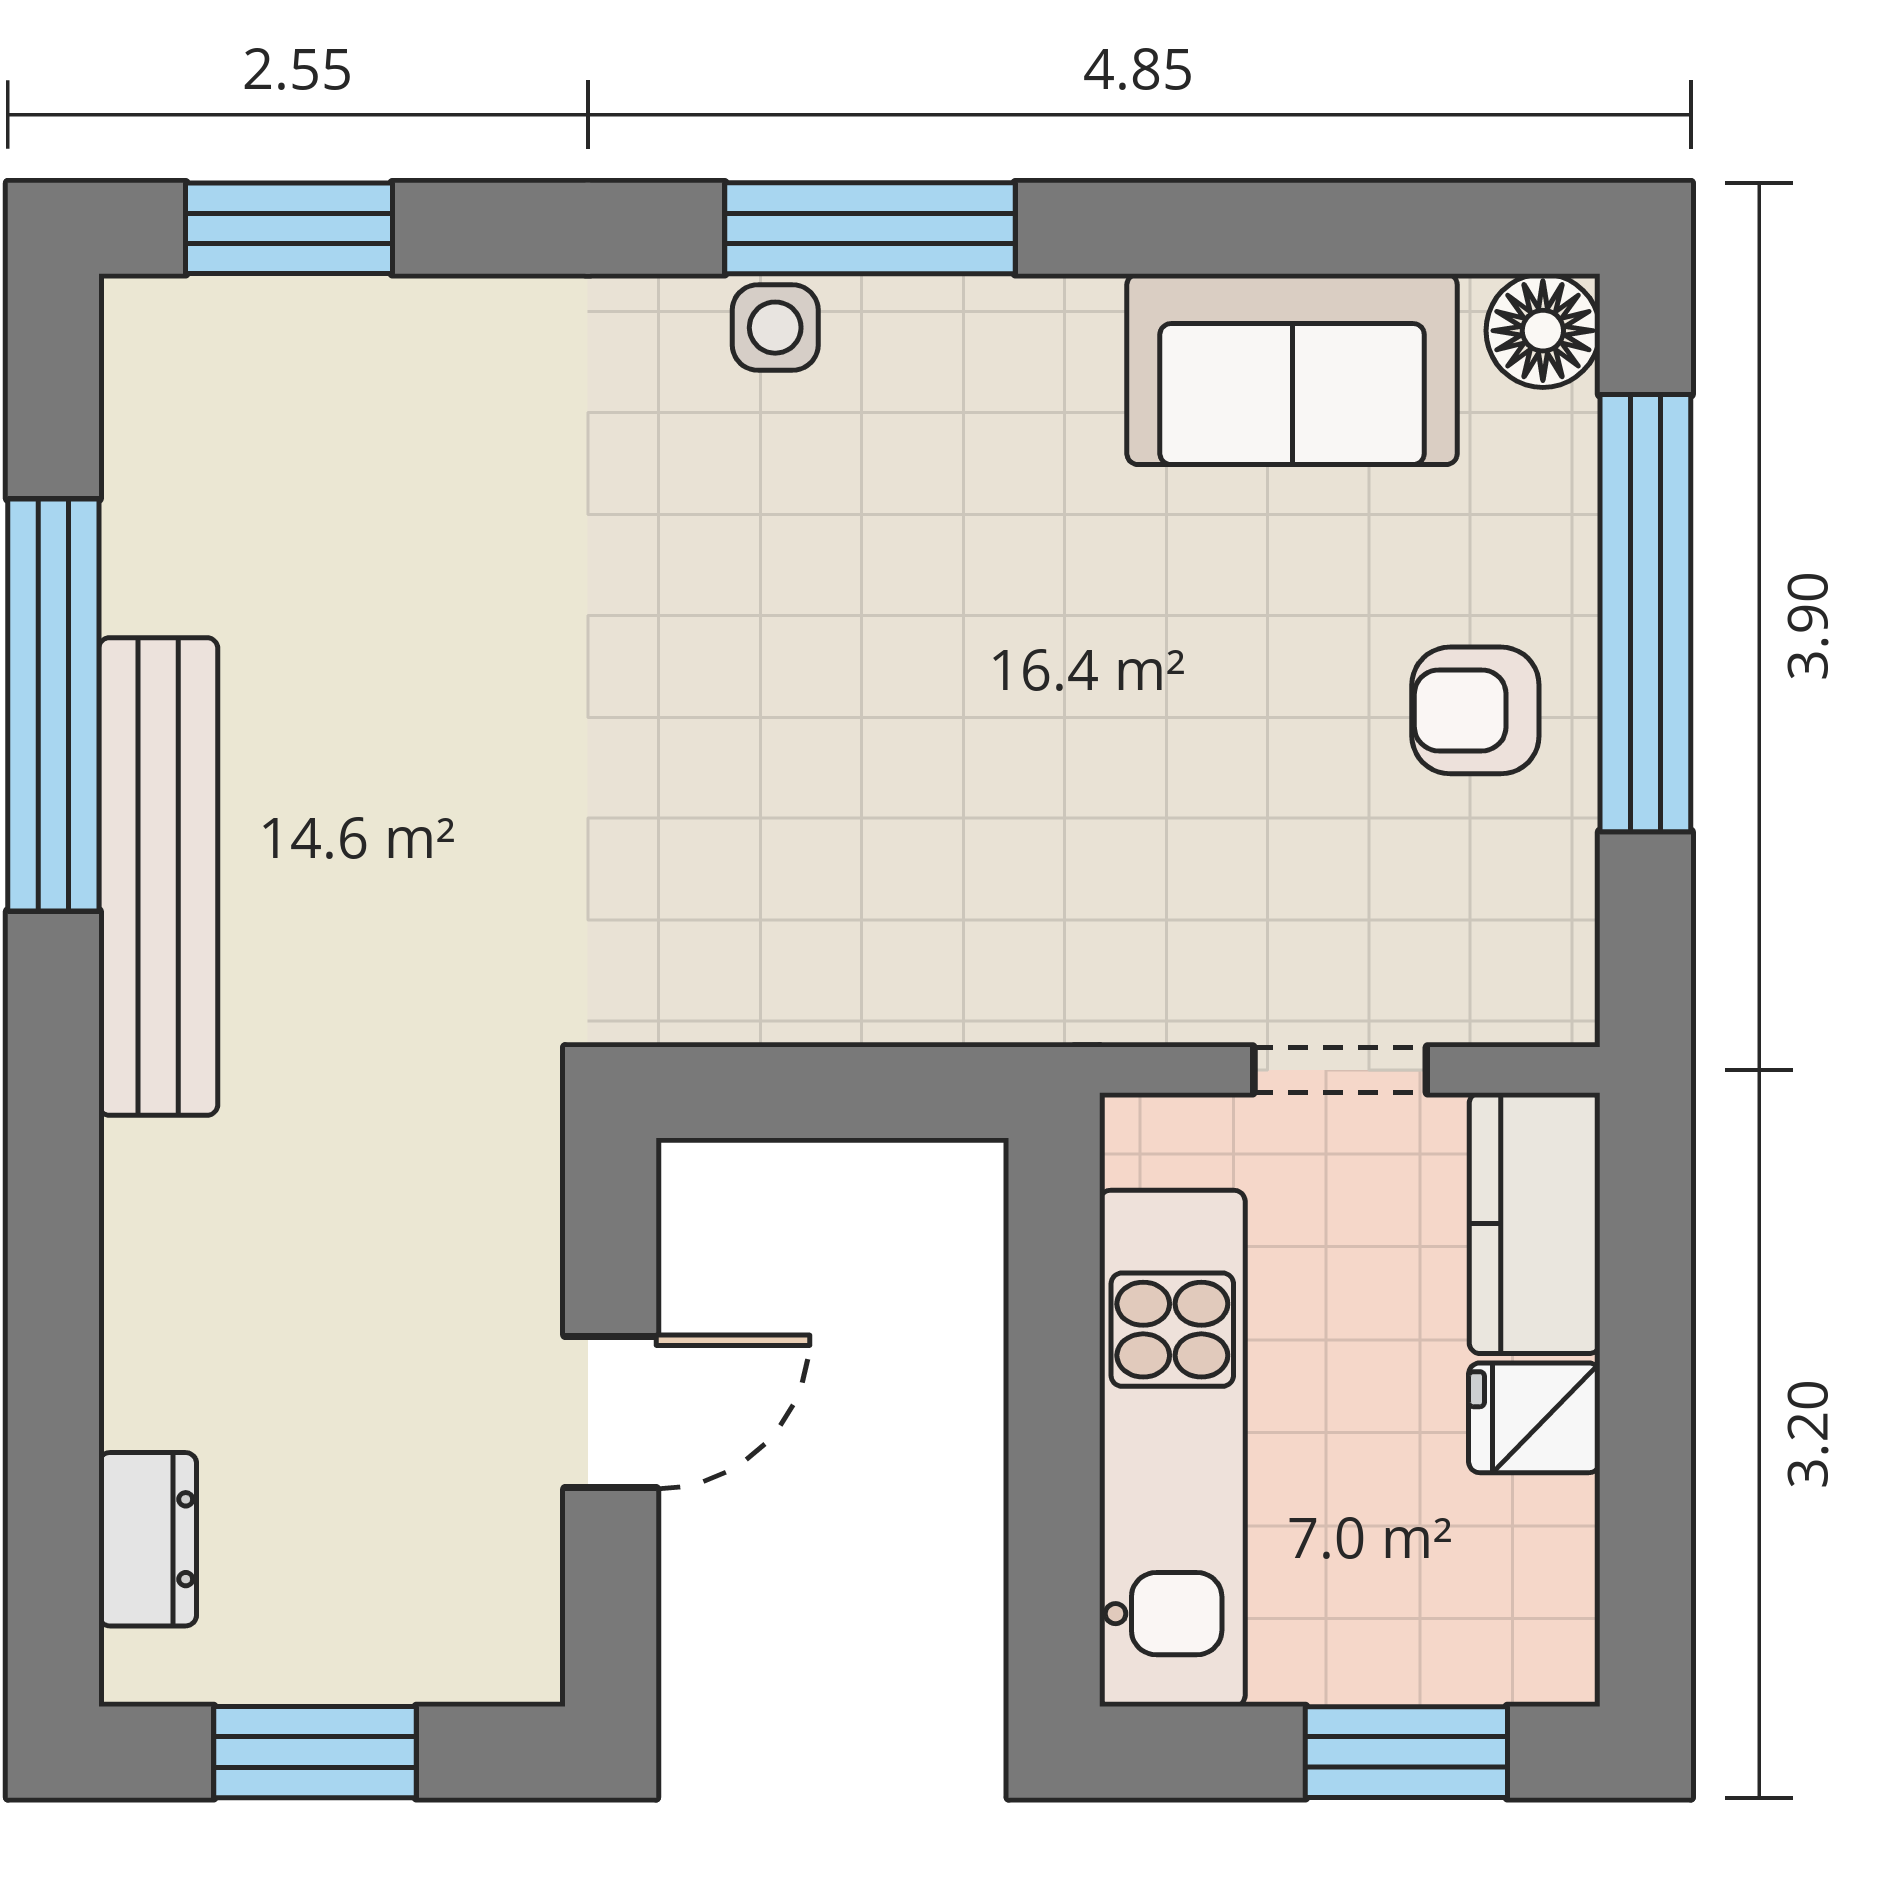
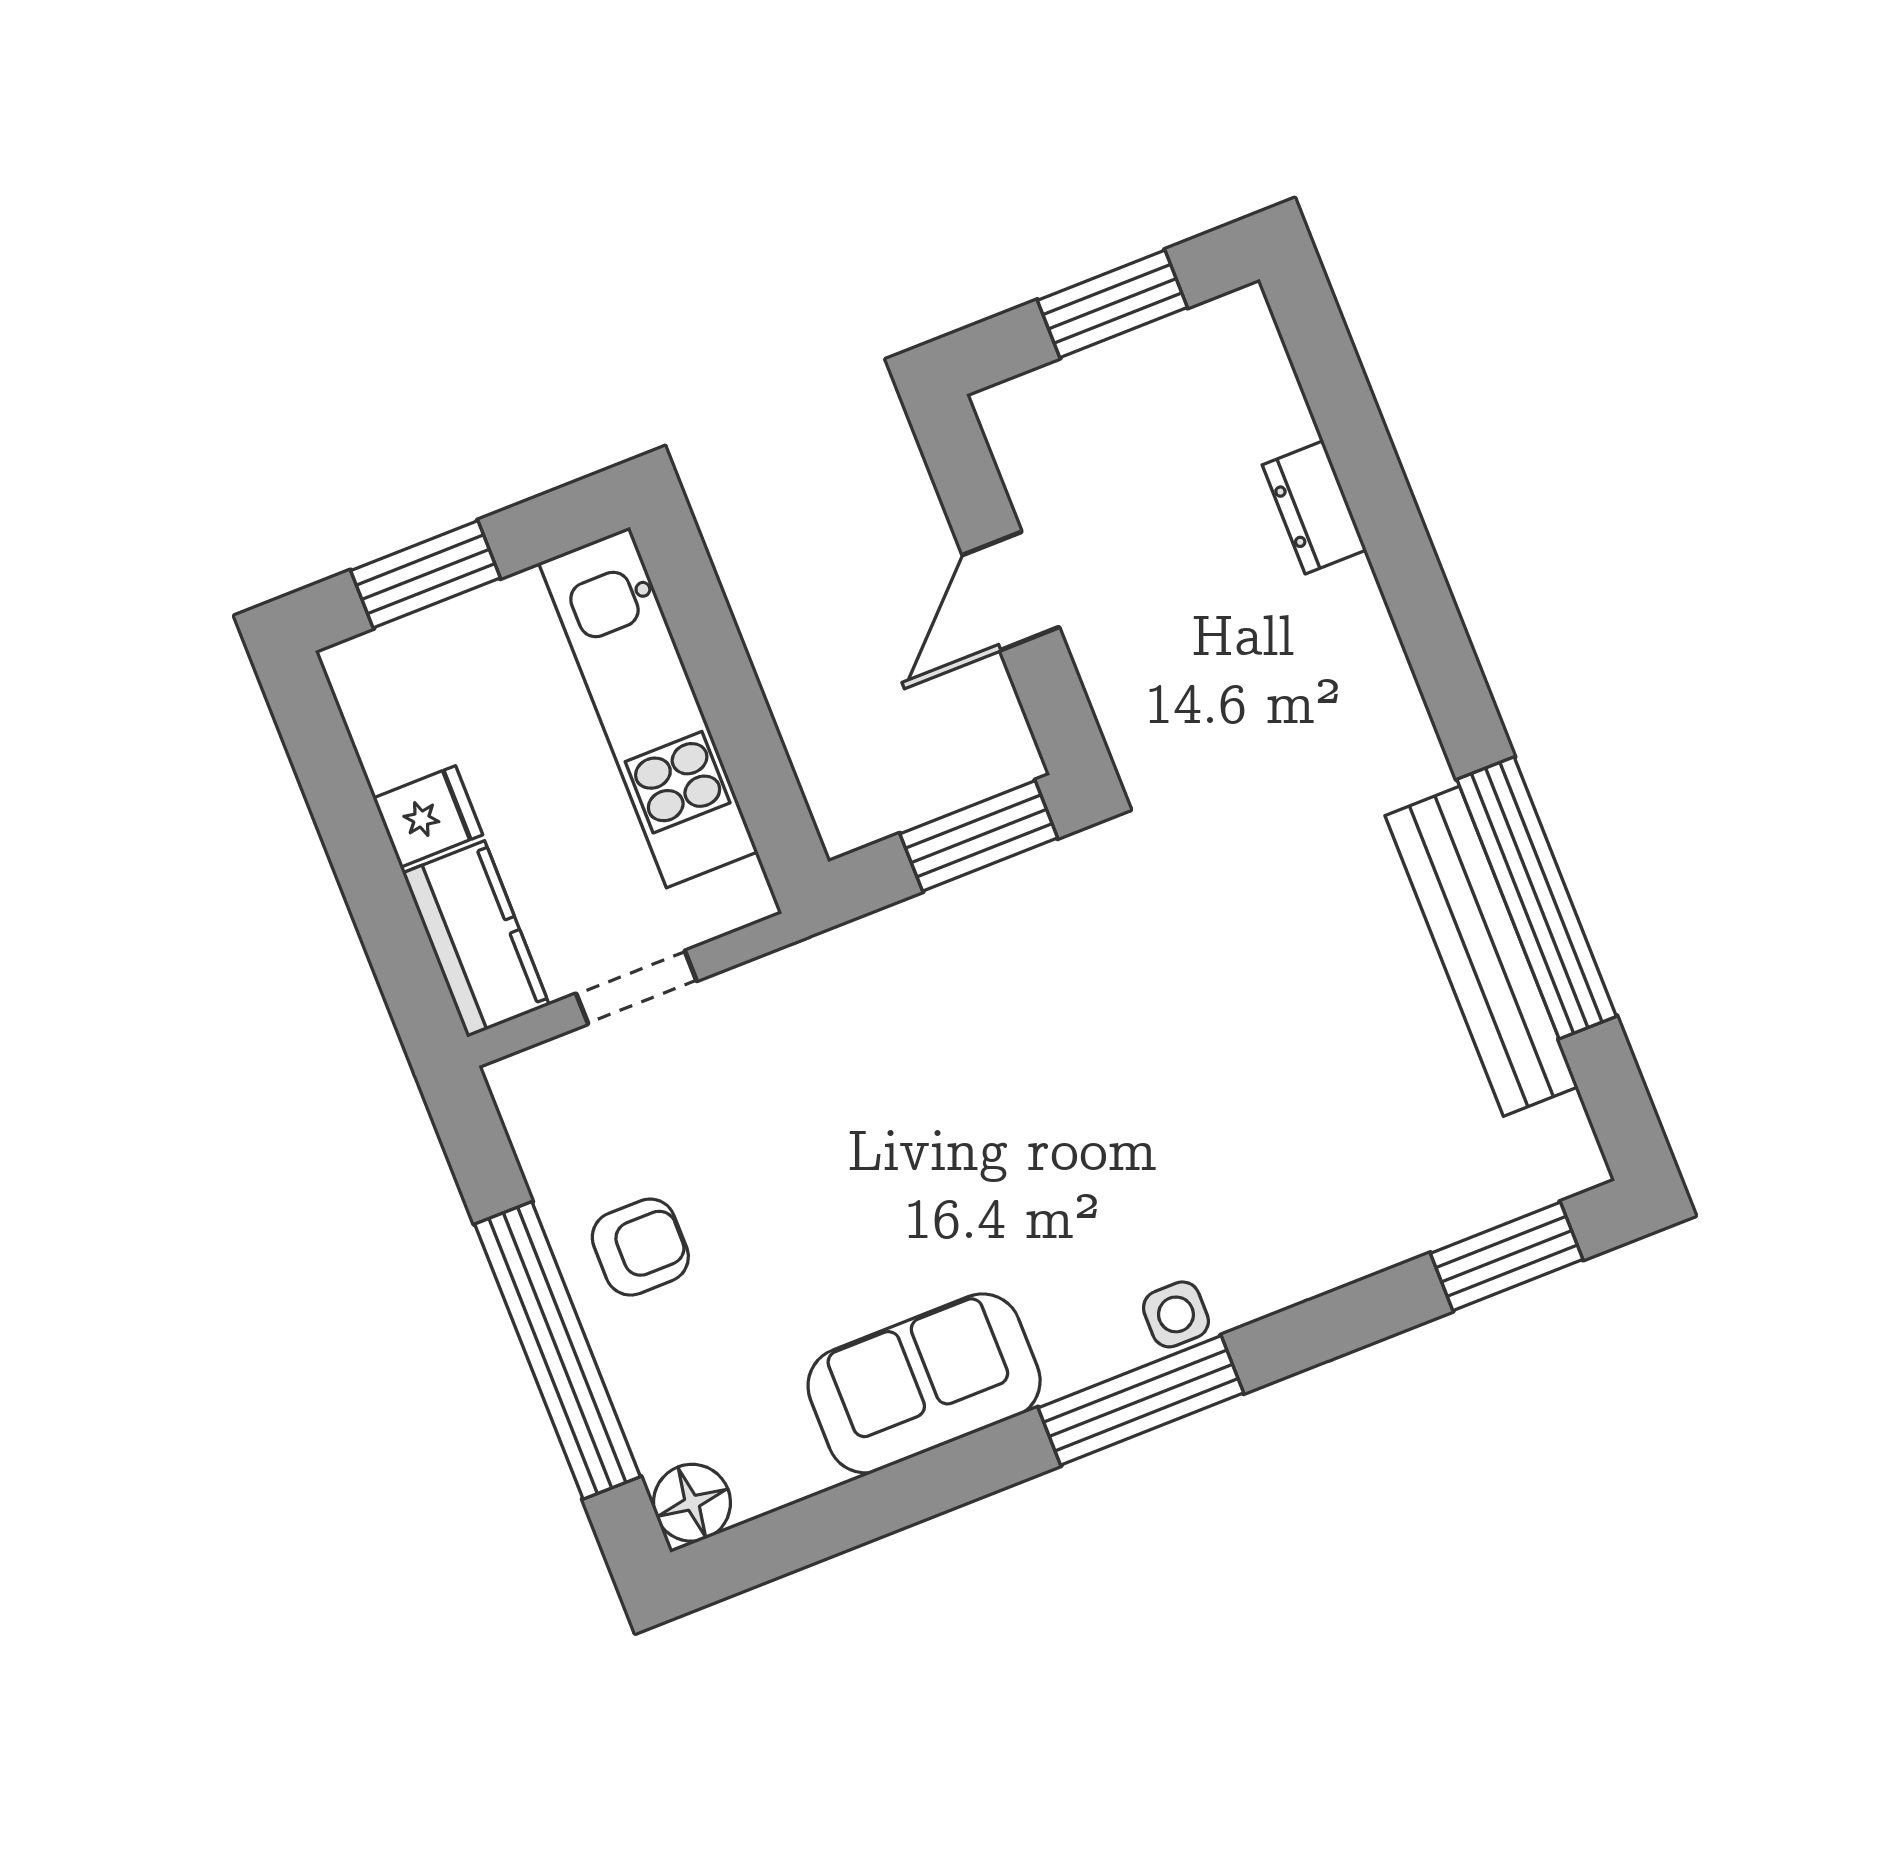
sofa: (1292, 369) -> (924, 1383), moved
bench: (158, 877) -> (1481, 951), moved
window: (787, 1093) -> (979, 836), added
dresser: (148, 1539) -> (1314, 507), moved

